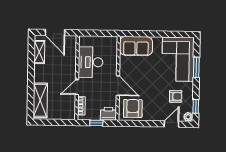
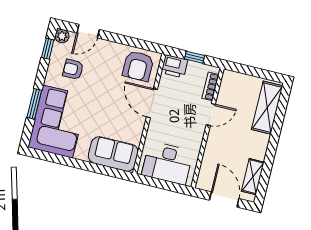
desk: (90, 62) -> (167, 163), moved, turned 90

